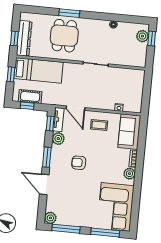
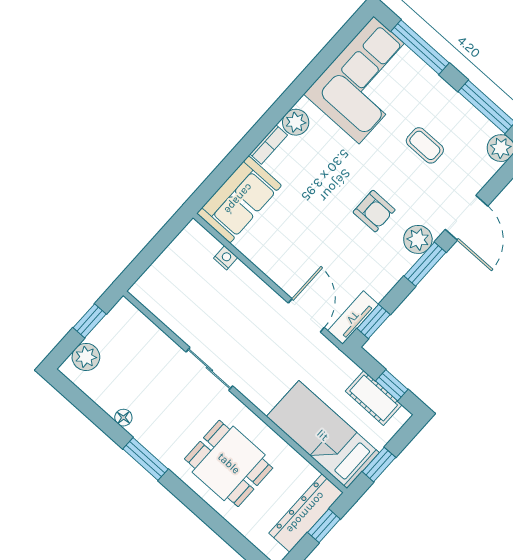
window: (69, 13) -> (145, 459), moved
dining table: (64, 36) -> (229, 463), turned 90
window: (152, 38) -> (90, 321), moved
coffee table: (99, 125) -> (425, 145), moved
plant: (58, 139) -> (418, 239), moved

